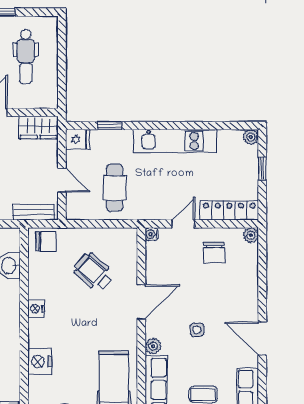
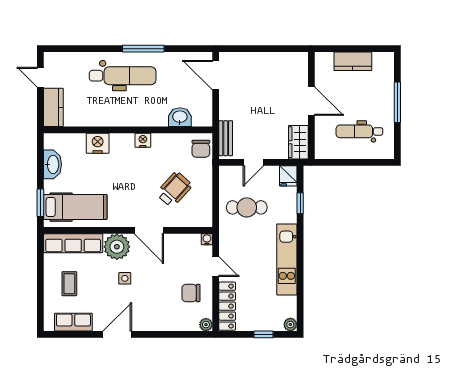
plant: (153, 346) -> (117, 247), width x1.87, depth x1.87

